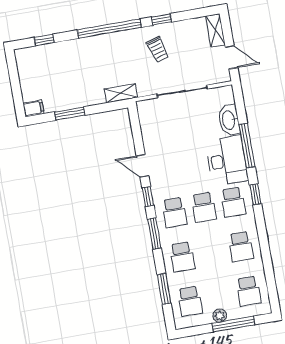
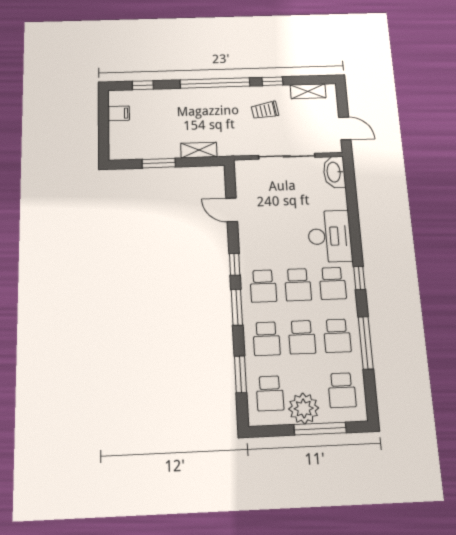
shelving: (215, 30) -> (308, 91), moved, turned 90
trolley: (158, 49) -> (265, 110), turned 98
shelving: (121, 93) -> (199, 150), moved
filing cabinet: (33, 108) -> (119, 113), moved
washbasin: (229, 120) -> (334, 172), moved
window: (247, 146) -> (366, 343), moved
door: (143, 166) -> (232, 210), moved
school desk: (211, 252) -> (302, 337), added
plant: (220, 316) -> (304, 408), width x1.88, depth x1.88

